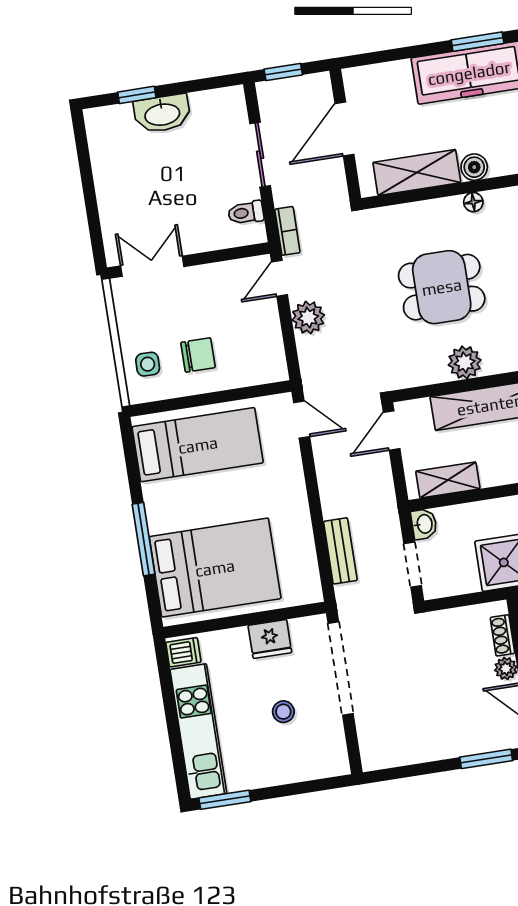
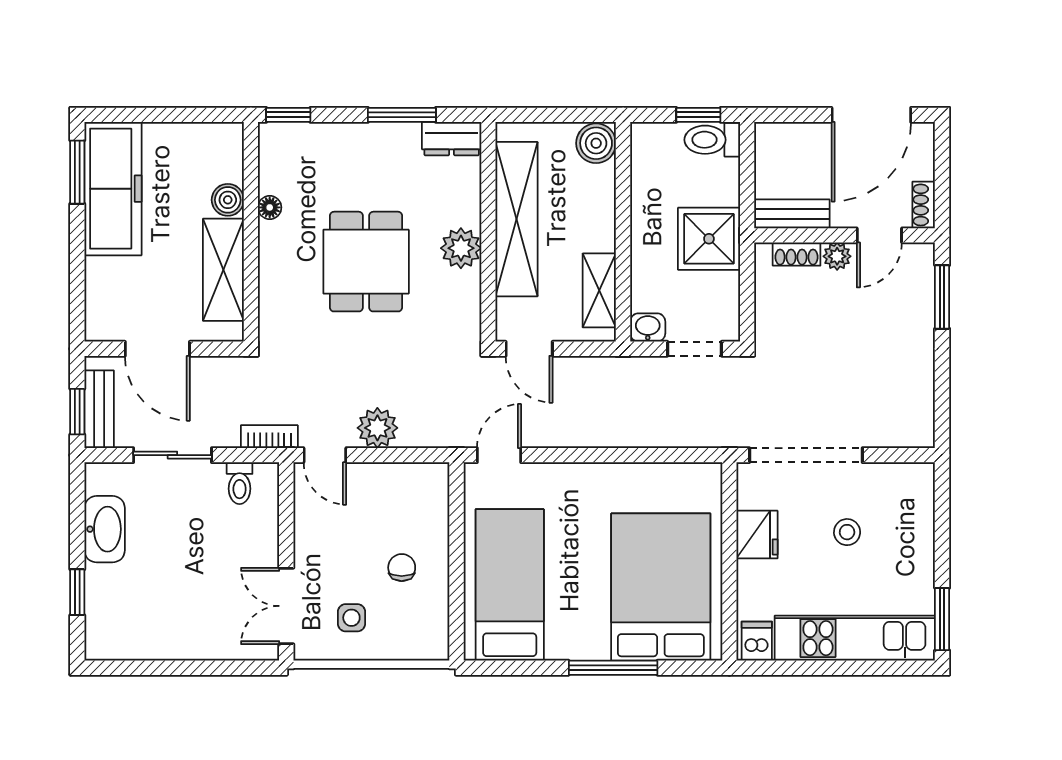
washbasin: (162, 114) -> (105, 529), moved
chair: (198, 355) -> (402, 568), width x0.73, depth x0.73
side table: (148, 364) -> (351, 618), moved
bench: (340, 551) -> (99, 409), moved, turned 90

